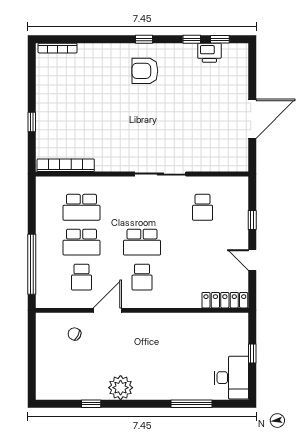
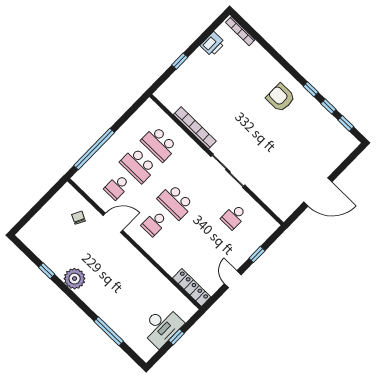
window: (144, 39) -> (311, 89), moved
printer: (209, 53) -> (213, 44), moved, turned -90
bookcase: (66, 165) -> (195, 128), moved
desk: (231, 378) -> (162, 326), moved

